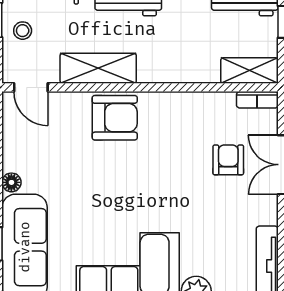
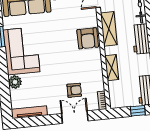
shelving: (249, 71) -> (112, 68), moved

